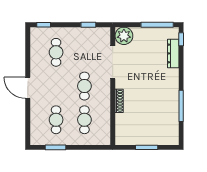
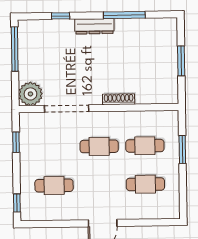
window: (181, 39) -> (61, 16), moved
dresser: (173, 53) -> (94, 26), moved
window: (56, 147) -> (182, 150), moved

